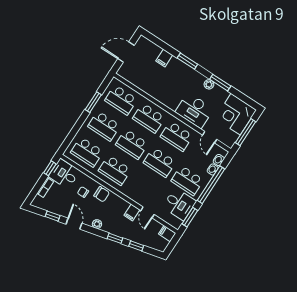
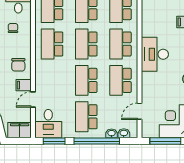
desk: (194, 110) -> (155, 54), moved
chair: (102, 194) -> (18, 65), moved
desk: (179, 204) -> (48, 124), moved
filing cabinet: (167, 234) -> (20, 130), width x2.00

